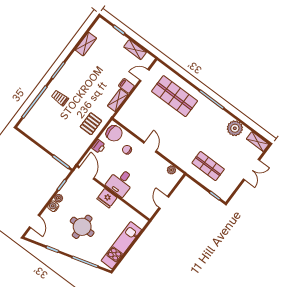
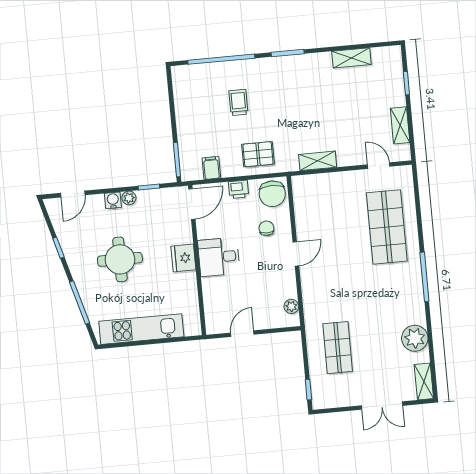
filing cabinet: (126, 86) -> (211, 168), moved
trolley: (60, 98) -> (238, 102), moved

